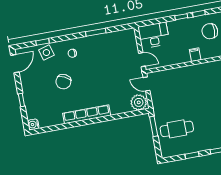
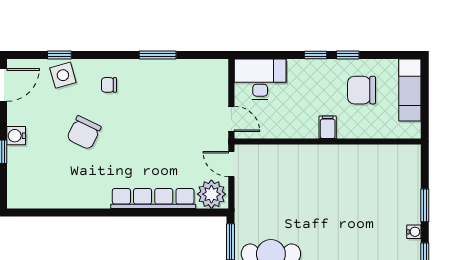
row of seats: (87, 114) -> (153, 198), moved
water cooler: (33, 124) -> (16, 136), moved

